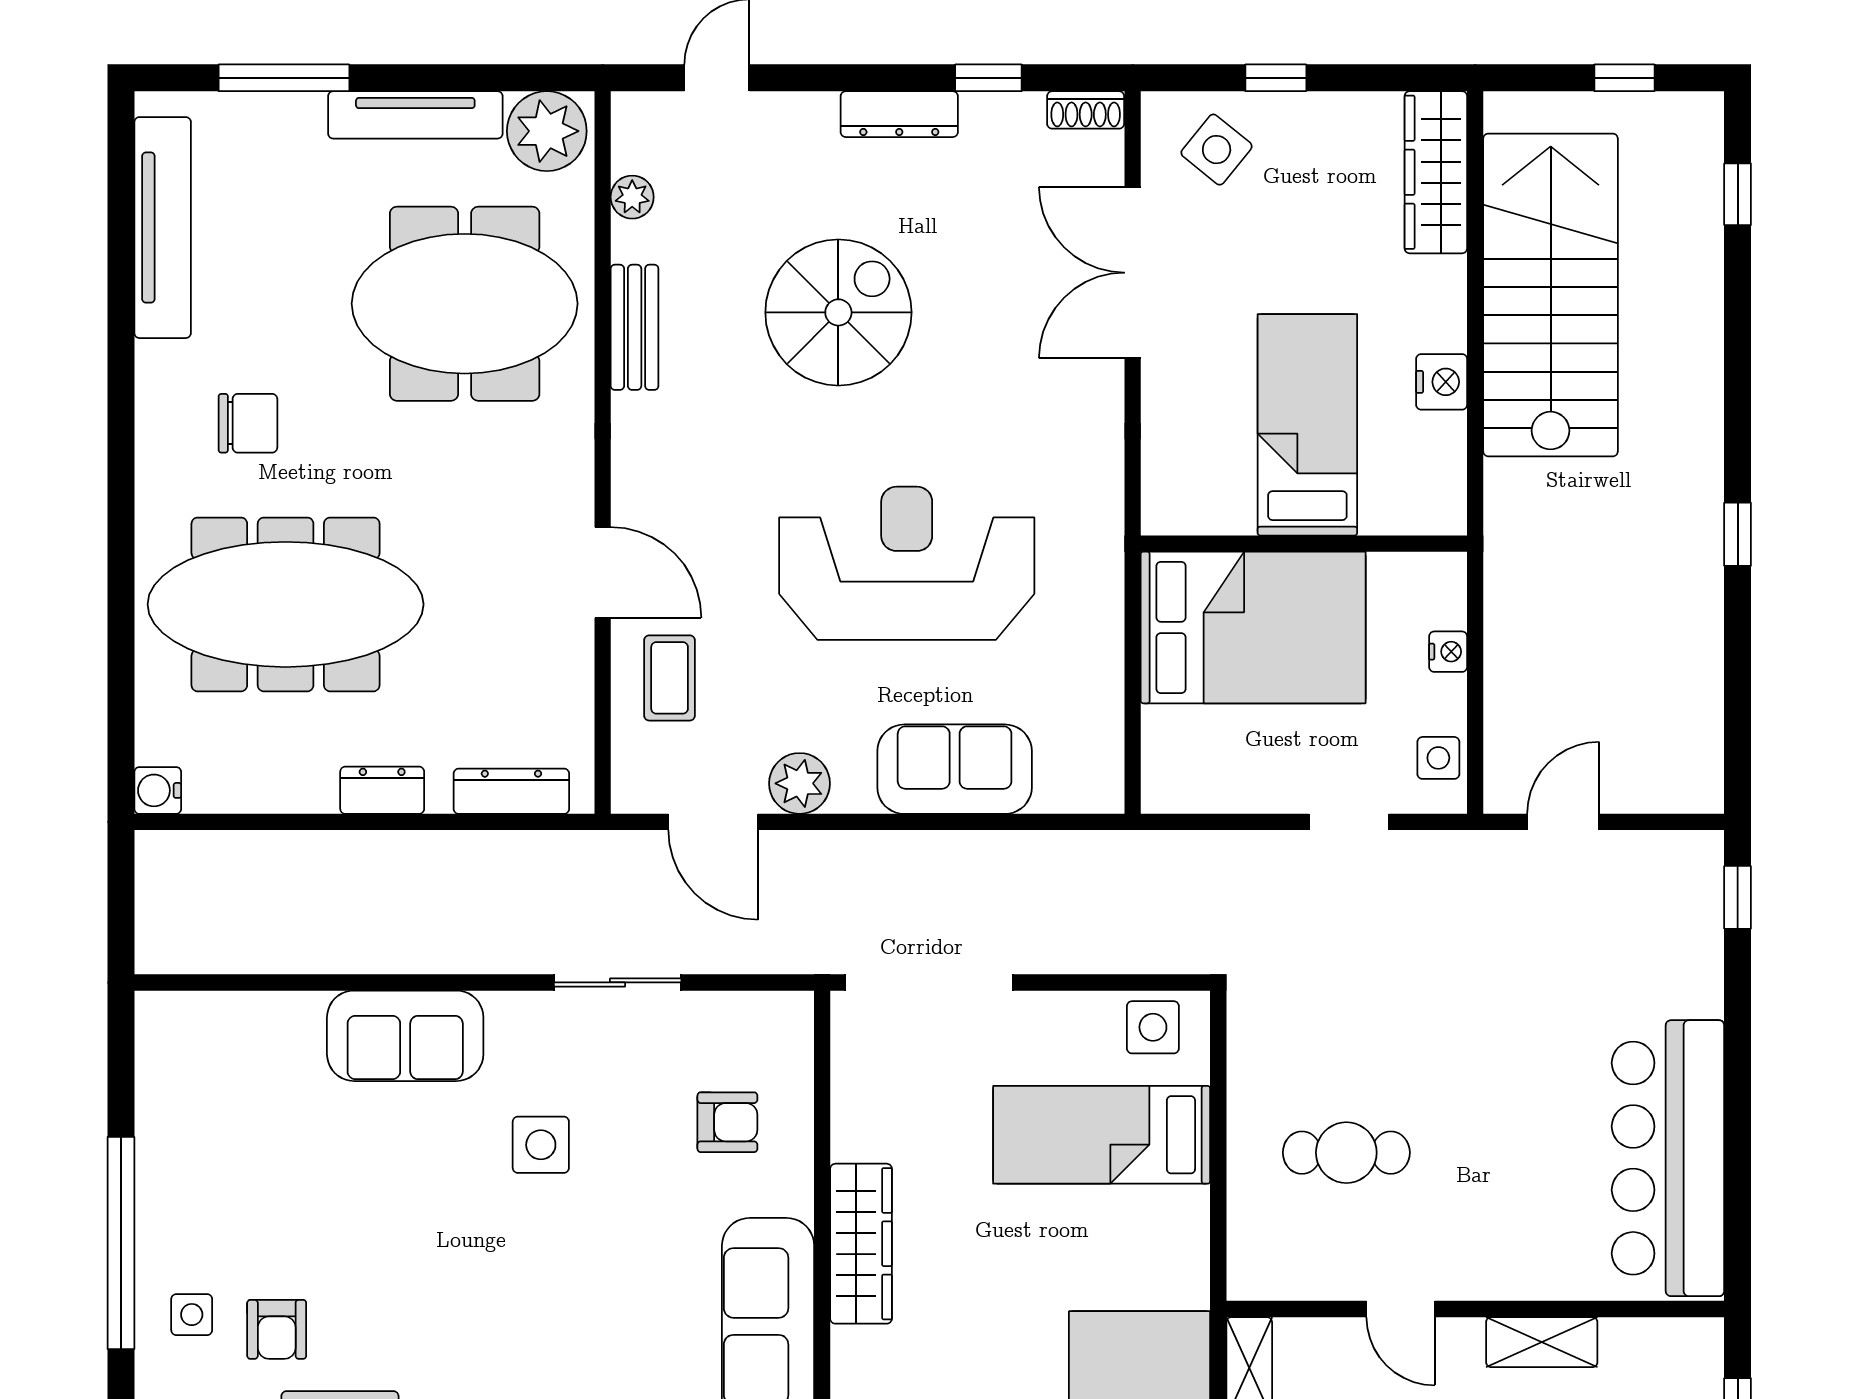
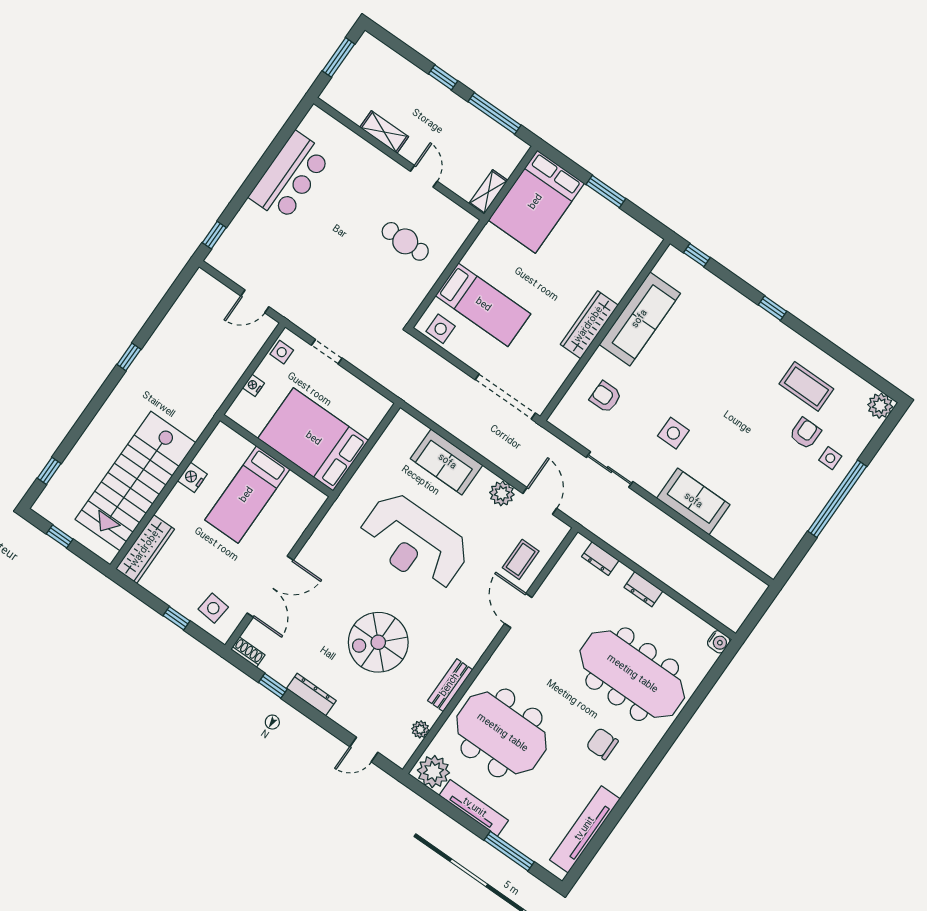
side table: (1217, 150) -> (213, 608), turned -33
dresser: (511, 791) -> (600, 559), width x0.70
bar counter: (1668, 1158) -> (290, 176), width x0.73

